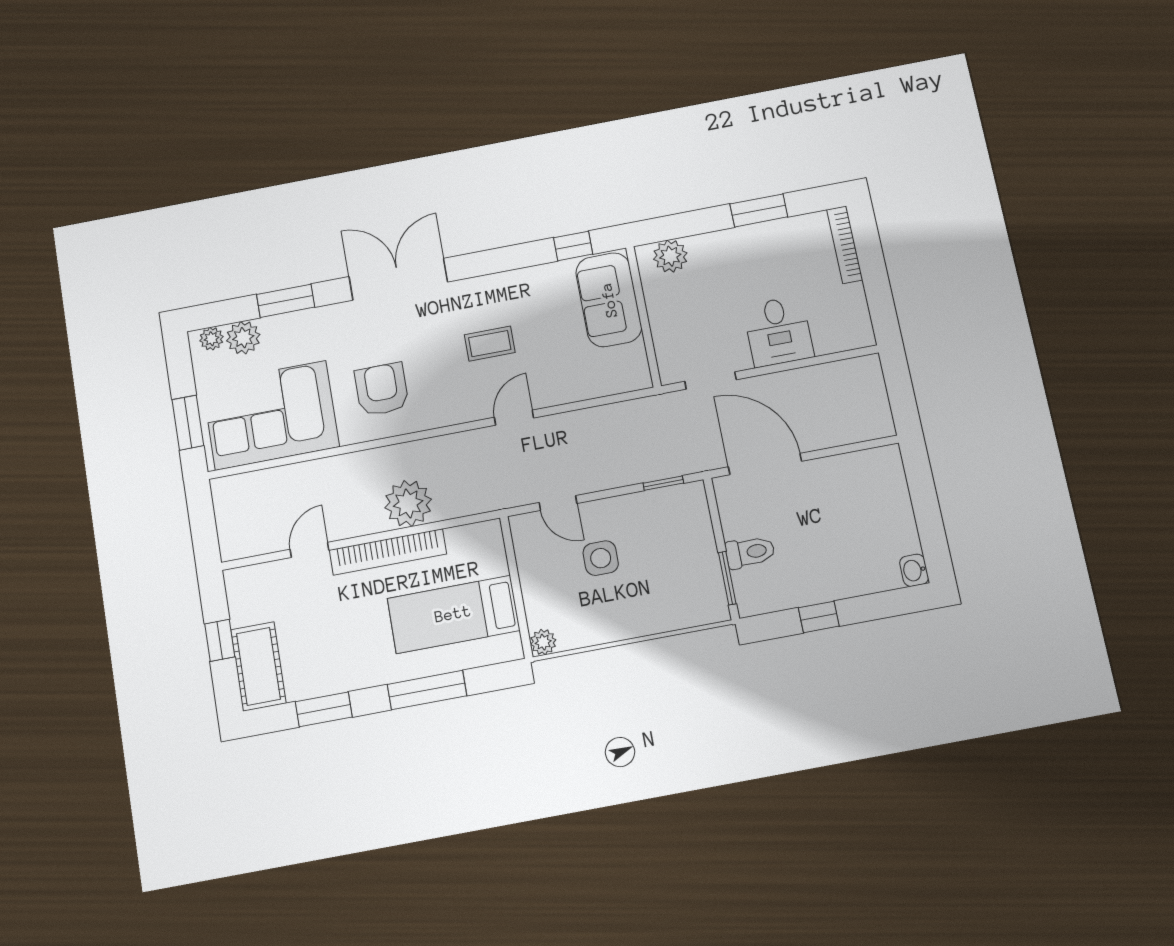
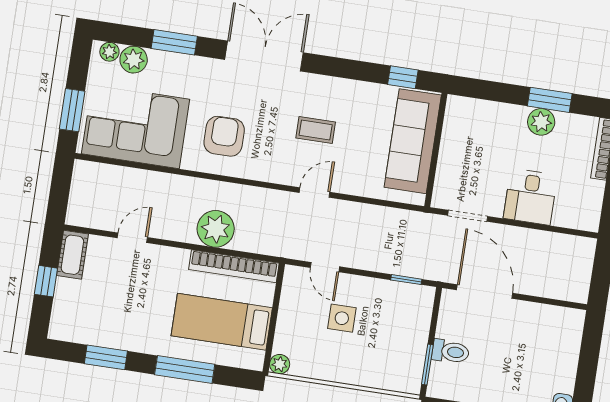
plant: (670, 256) -> (541, 122), moved
sofa: (609, 300) -> (413, 141), width x1.36
bookcase: (388, 552) -> (234, 266), moved
cot: (258, 666) -> (72, 255), moved, width x0.73, depth x0.75

